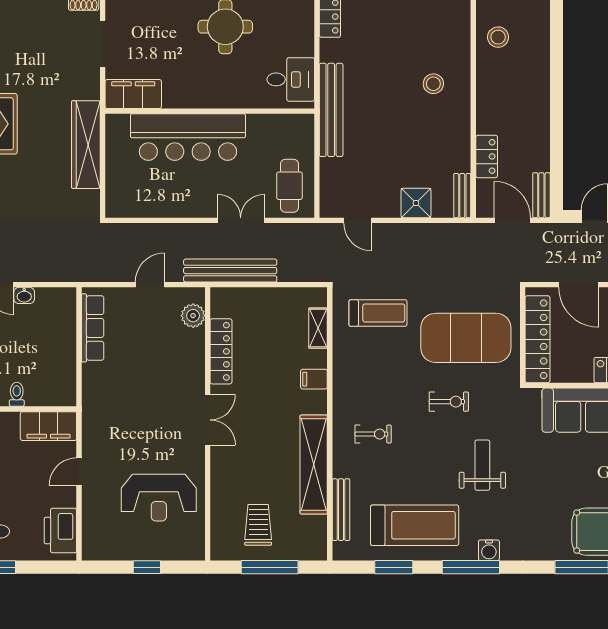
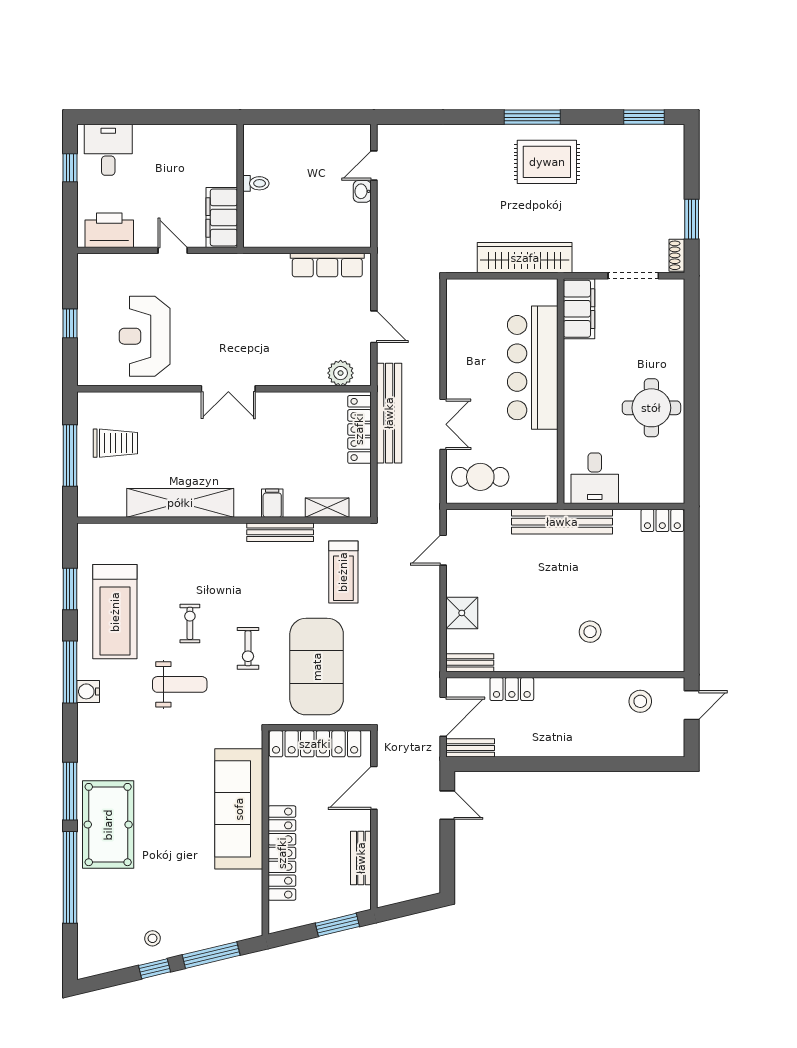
locker: (221, 351) -> (359, 429), moved, turned 90
exercise bike: (373, 434) -> (190, 623), moved, turned 180
bench: (341, 510) -> (280, 532), moved

